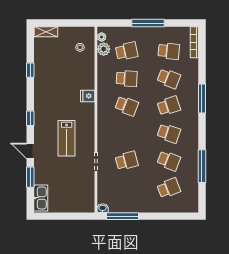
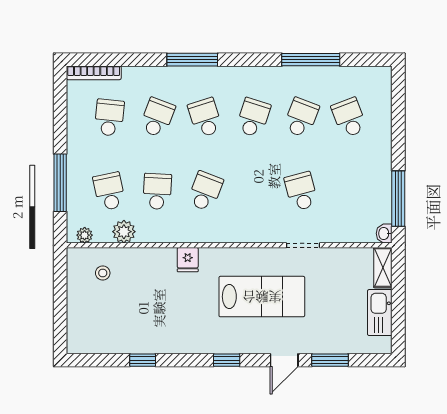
window: (148, 23) -> (60, 183), moved
shelving: (46, 32) -> (383, 268), moved
plant: (104, 49) -> (124, 232), moved
lab bench: (67, 138) -> (262, 297), width x1.36, depth x1.39
kitchen sink: (41, 198) -> (380, 313), moved, turned -90

